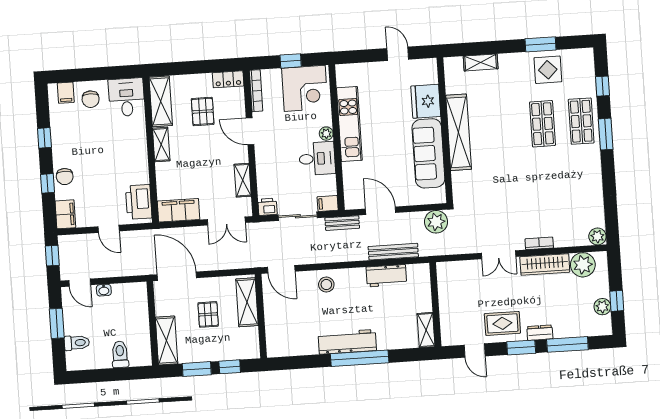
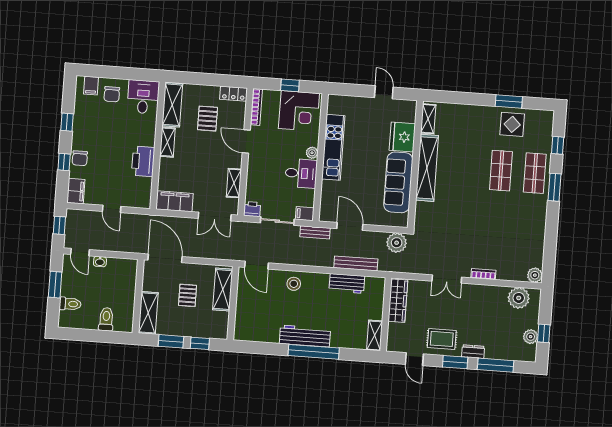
shelving: (481, 62) -> (428, 119), moved, turned 90
printer: (139, 202) -> (143, 161), moved
wardrobe: (545, 264) -> (398, 301), moved, turned -90

